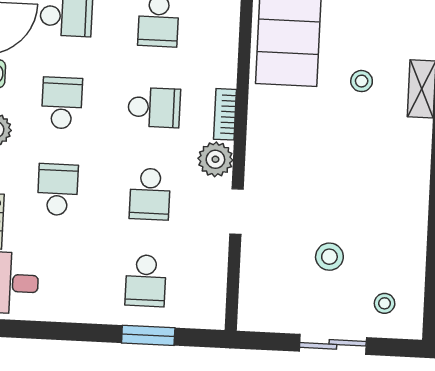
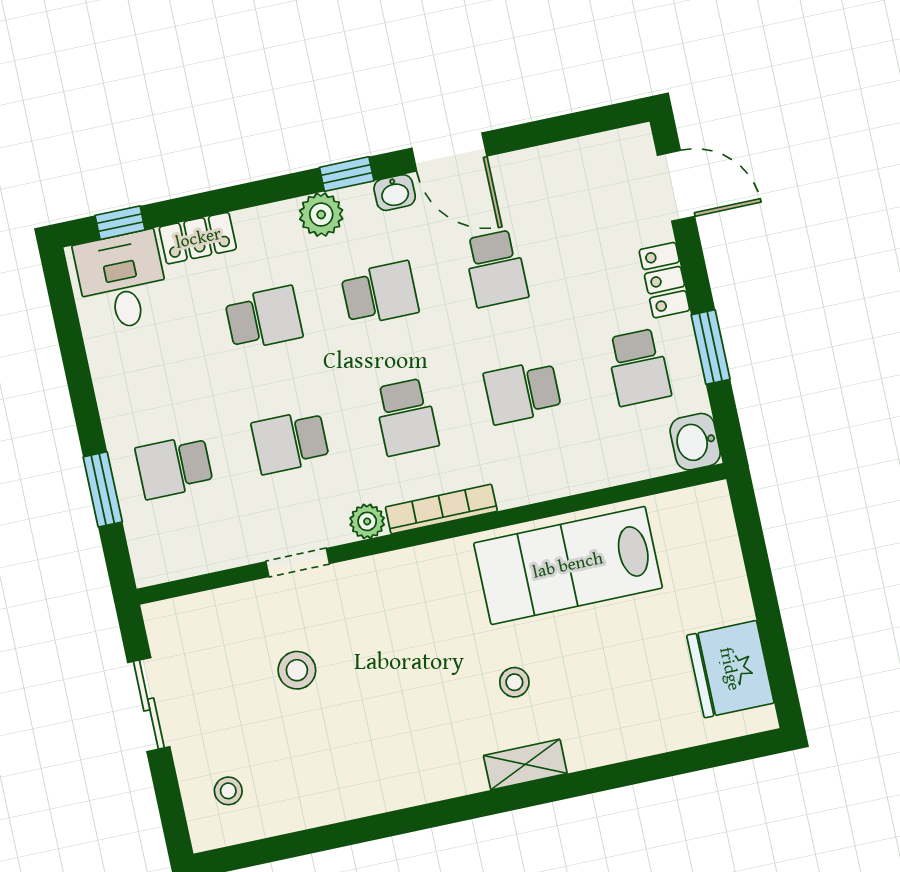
bookcase: (225, 114) -> (441, 509), width x1.56
plant: (215, 159) -> (367, 521), width x0.73, depth x0.73
stool: (329, 257) -> (297, 670), moved
sliding door: (333, 344) -> (149, 705), moved

